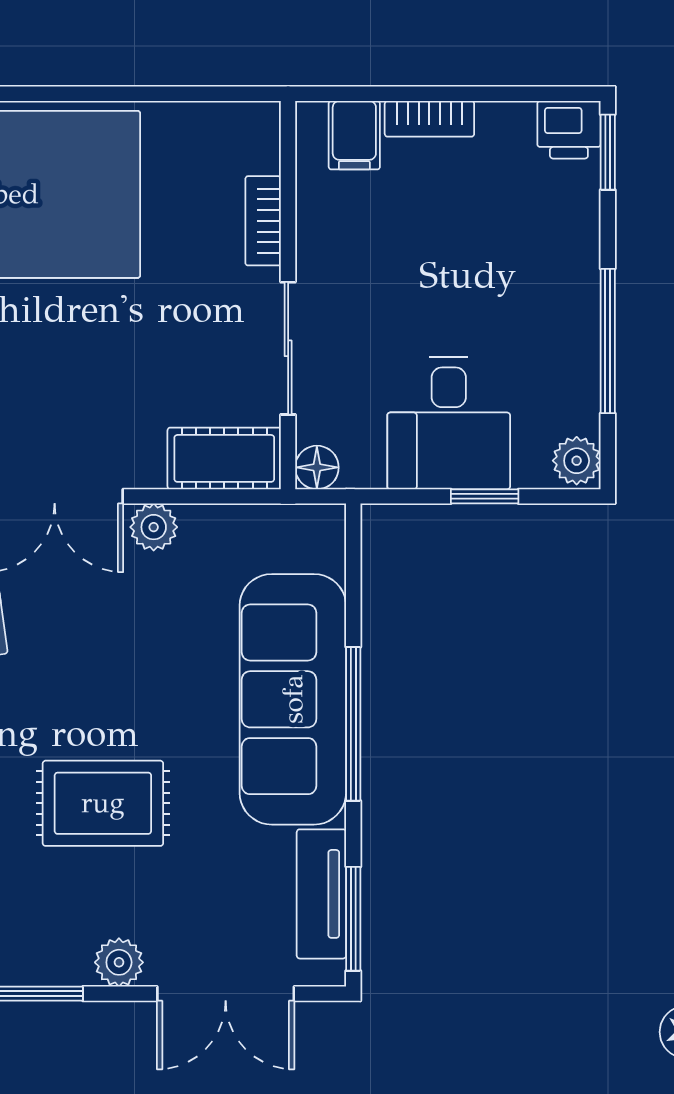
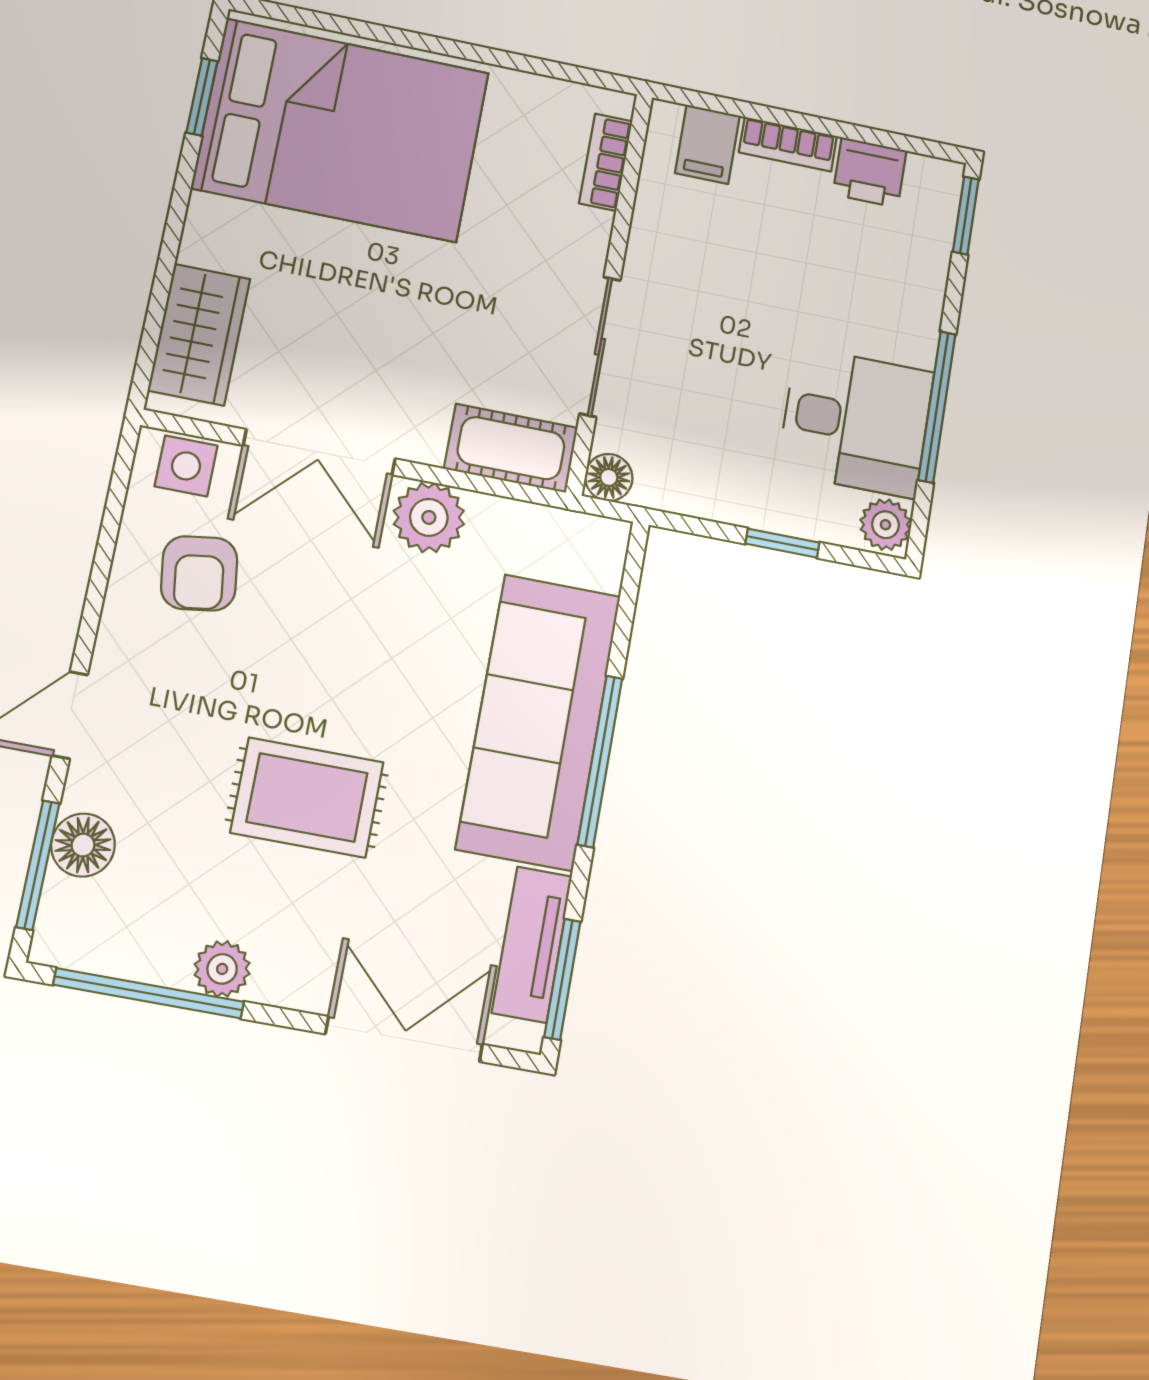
printer: (569, 130) -> (870, 172), moved
bookcase: (263, 221) -> (606, 162), moved
desk: (449, 423) -> (856, 422), moved, turned -90
plant: (154, 527) -> (429, 517), width x1.38, depth x1.38
plant: (119, 962) -> (222, 969), moved
double door: (226, 994) -> (404, 1039), swing flipped

